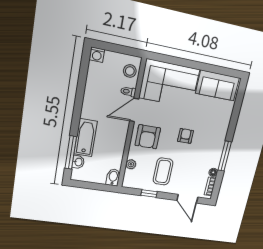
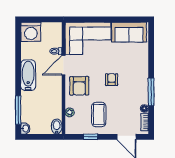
washing machine: (97, 55) -> (31, 32), width x1.89, depth x1.89
stool: (130, 71) -> (54, 35), removed
bathtub: (86, 138) -> (28, 75), moved
washbasin: (78, 162) -> (25, 128), moved

